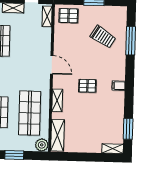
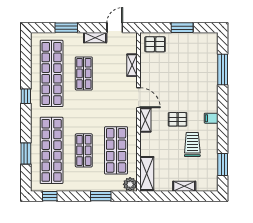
shelving: (47, 16) -> (132, 65), moved
trolley: (103, 37) -> (192, 145), moved, turned -122
shelving: (57, 100) -> (145, 120), moved
shelving: (113, 149) -> (184, 186), moved

